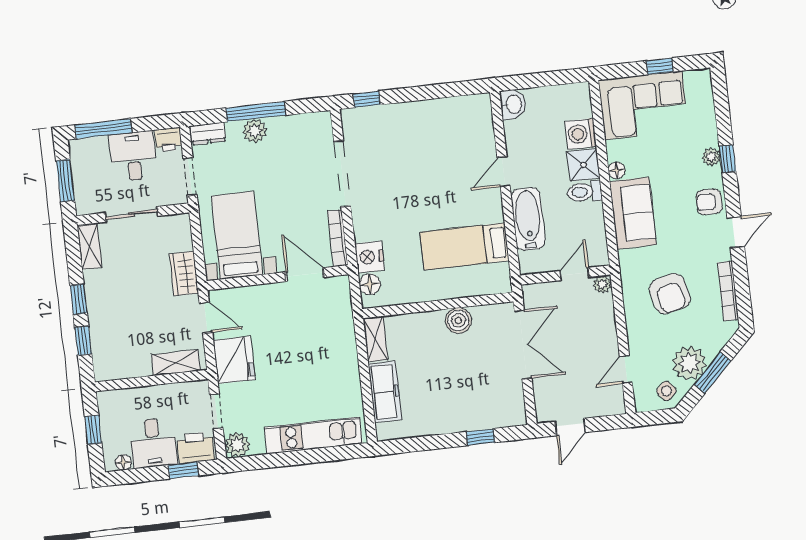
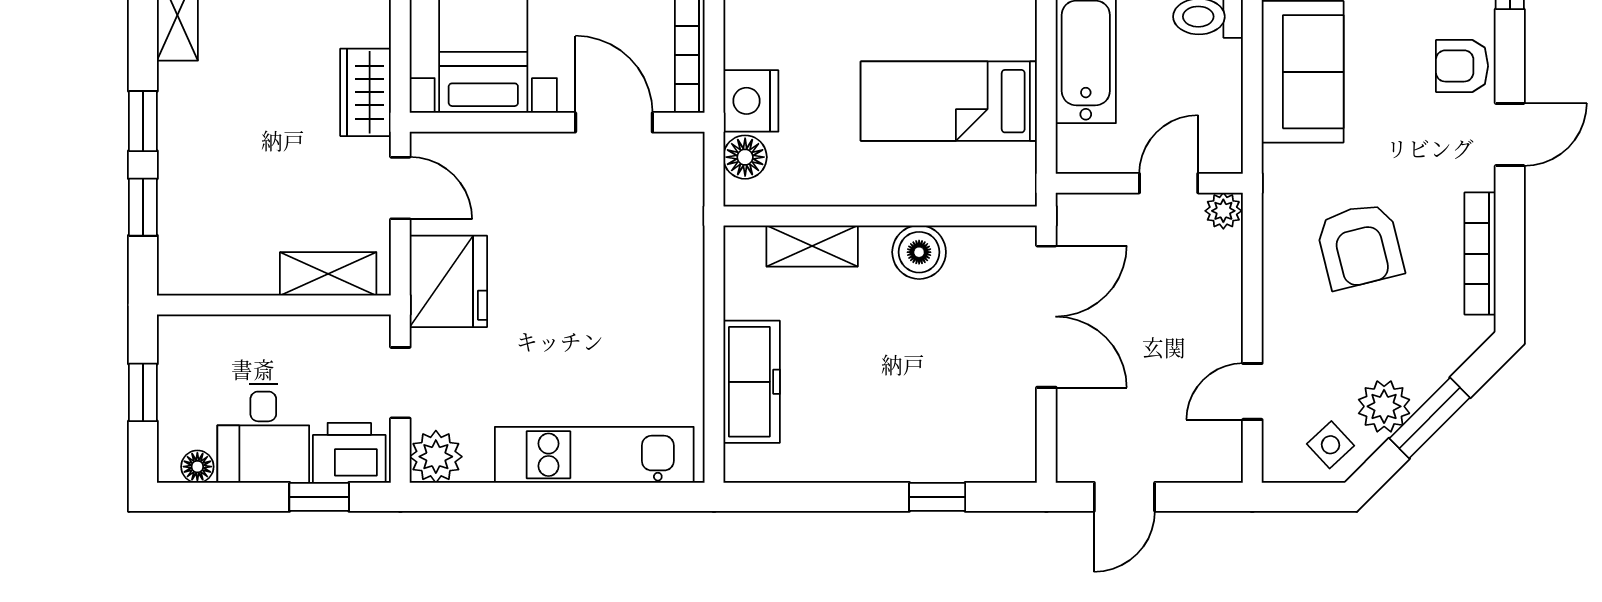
shelving: (375, 339) -> (812, 246), moved, turned 90
plant: (689, 363) -> (1384, 406), width x0.73, depth x0.73

